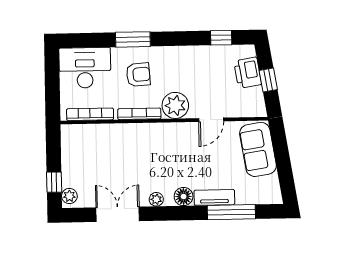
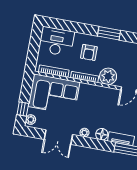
window: (133, 39) -> (109, 33), moved
armchair: (138, 75) -> (89, 52), turned 94
corner sofa: (98, 150) -> (54, 94), added
double door: (118, 214) -> (58, 137), swing flipped

